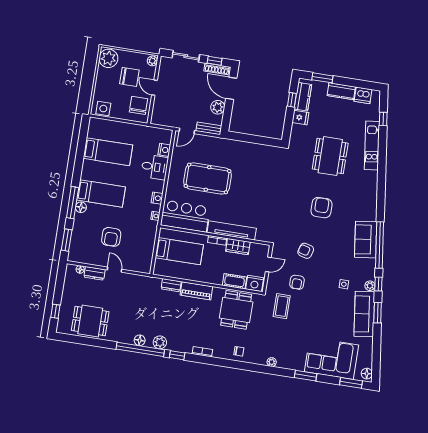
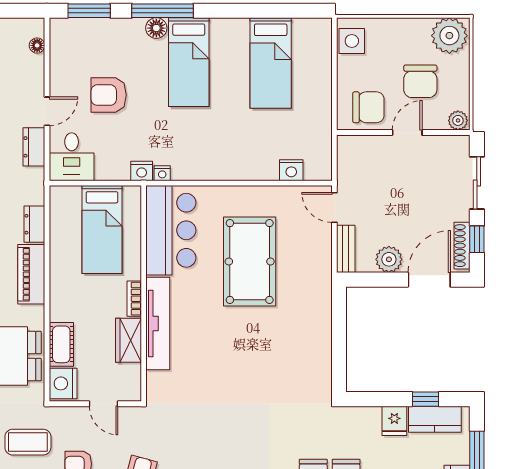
desk: (155, 167) -> (72, 157), moved
nightstand: (157, 198) -> (142, 171), moved
dresser: (95, 273) -> (34, 147), moved

